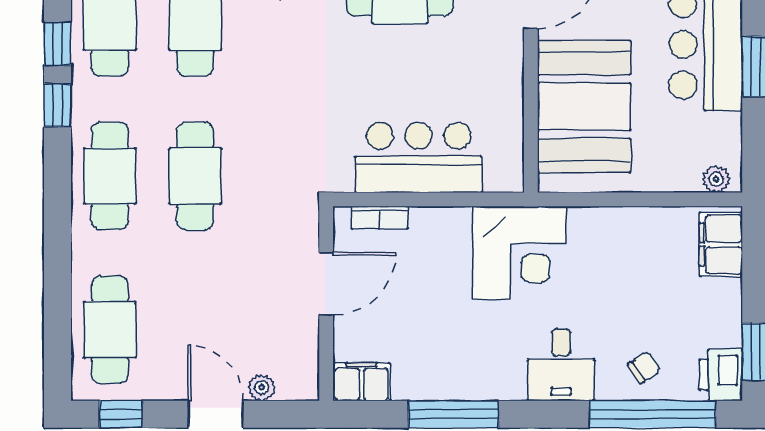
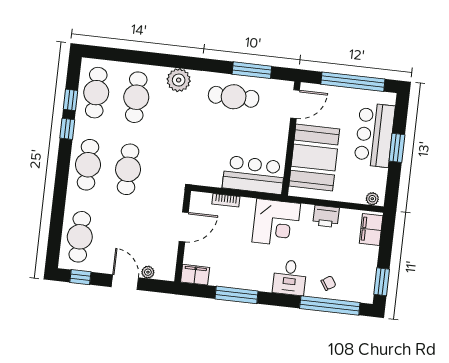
bar counter: (419, 158) -> (254, 175), moved
bookcase: (380, 217) -> (226, 200), moved
printer: (721, 375) -> (326, 216), moved, turned -90

